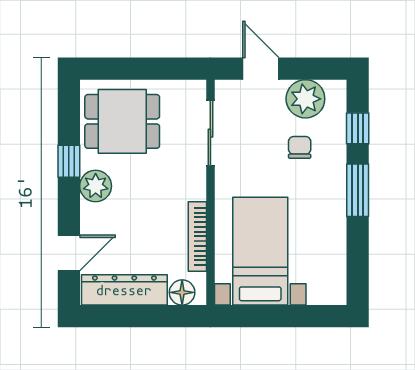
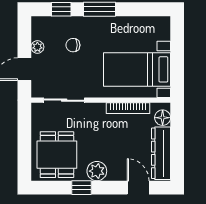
plant: (305, 99) -> (37, 47), width x0.53, depth x0.53

